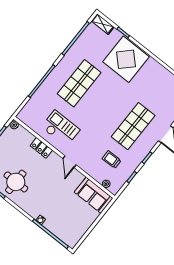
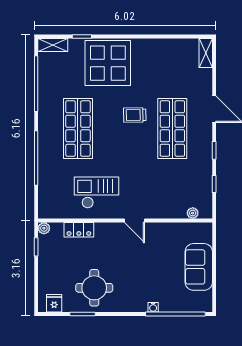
locker: (41, 148) -> (79, 230), moved
trolley: (112, 160) -> (135, 115), moved
sofa: (94, 195) -> (199, 267), moved, turned 90

